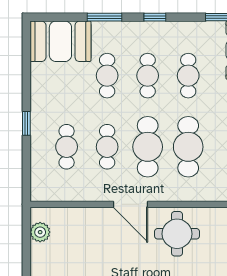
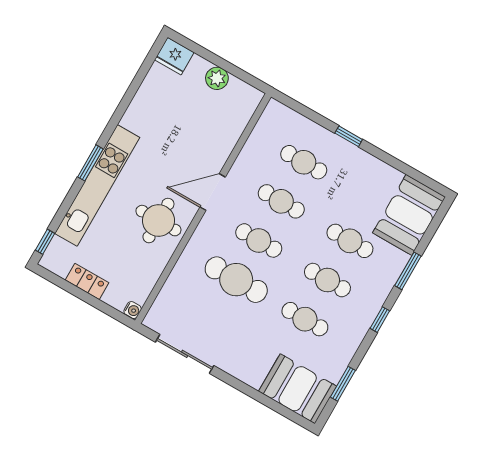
cafe table: (148, 147) -> (259, 240), width x0.73, depth x0.74
plant: (40, 232) -> (217, 78), moved

